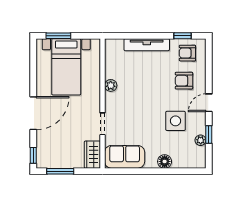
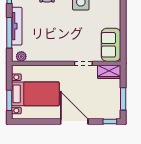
window: (139, 36) -> (9, 33), added
plant: (111, 85) -> (21, 56), moved
floor lamp: (165, 161) -> (115, 11), removed

